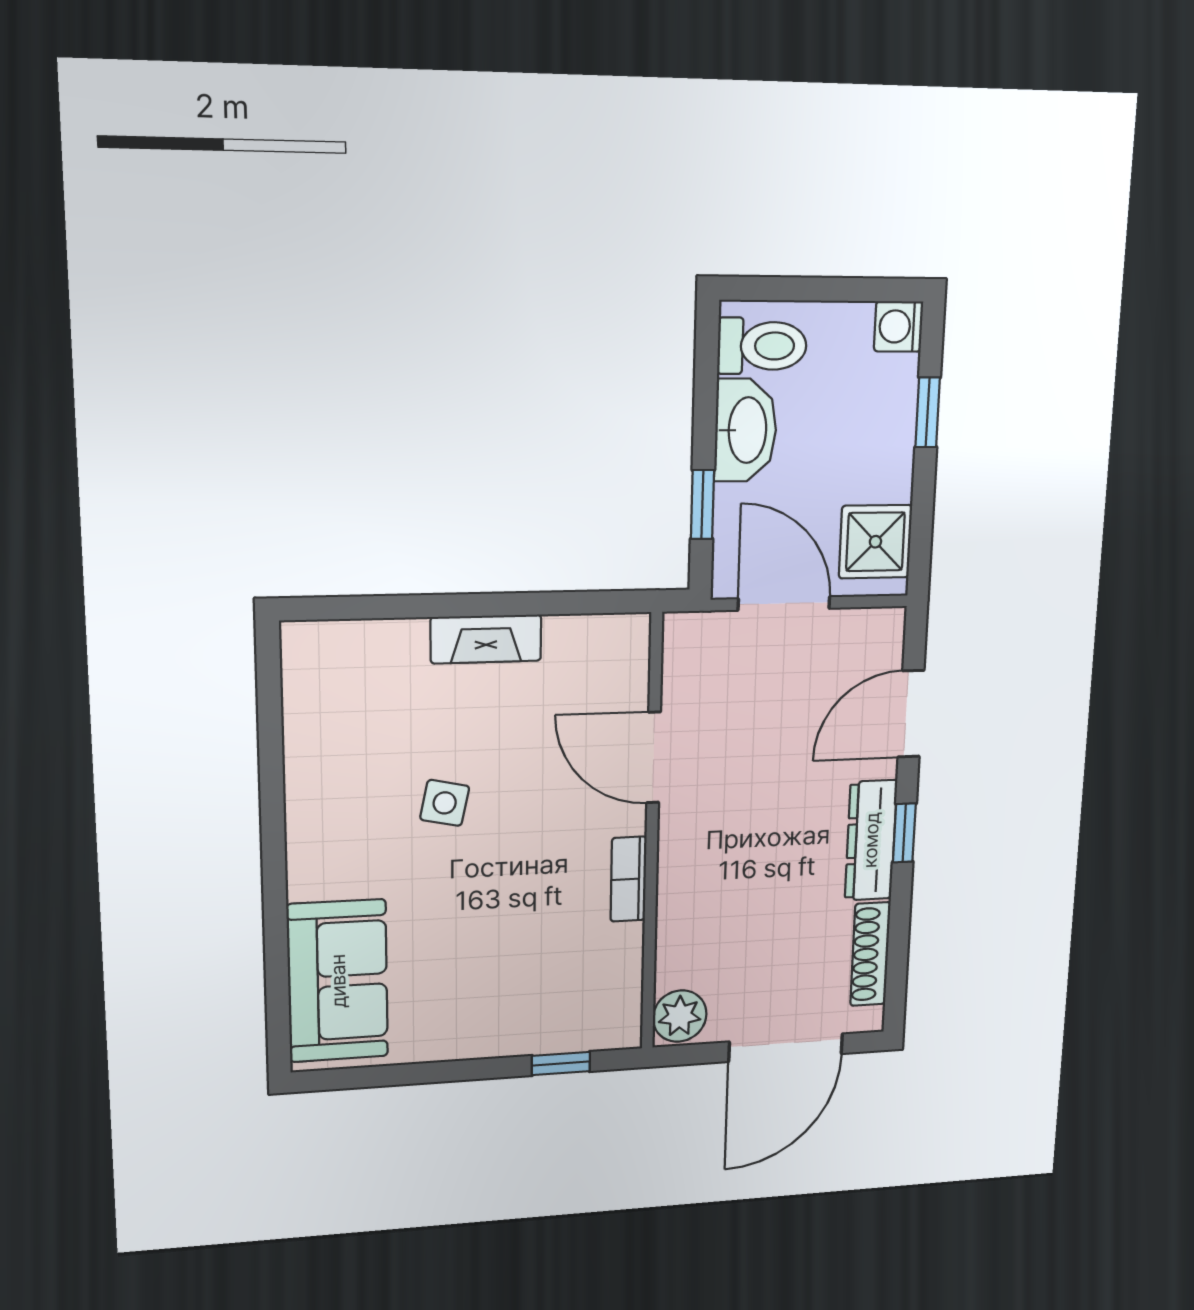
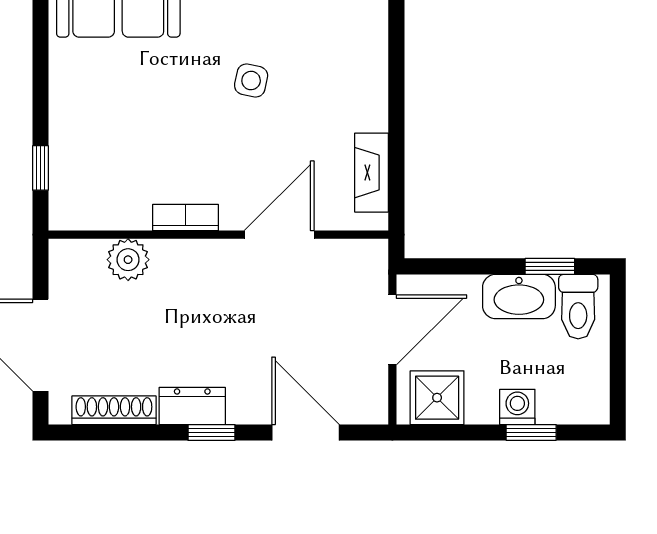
washing machine: (899, 326) -> (517, 407), moved
window: (702, 505) -> (550, 266), moved
fireplace: (486, 639) -> (372, 173), moved
dresser: (871, 840) -> (192, 406), width x0.70
plant: (680, 1016) -> (128, 260), moved

